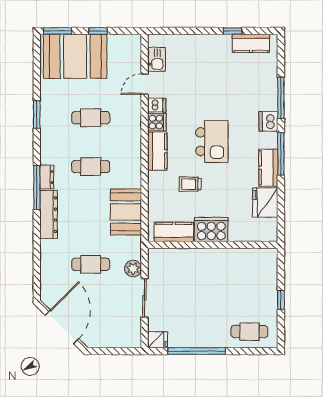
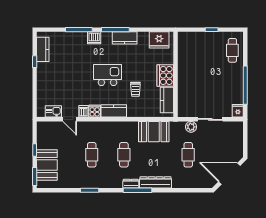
booth: (75, 56) -> (47, 165), width x0.73, depth x0.70
fridge: (265, 203) -> (159, 40), moved

